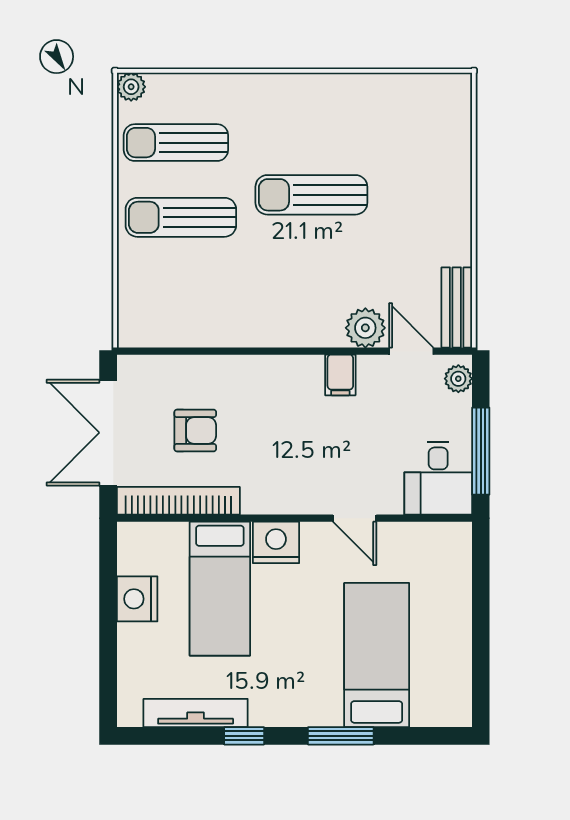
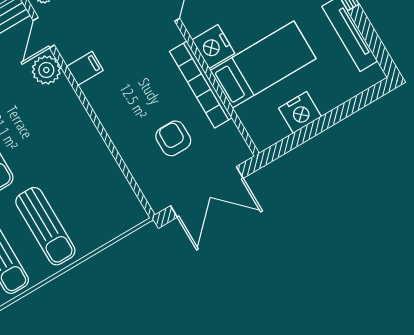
bookcase: (178, 501) -> (201, 85), moved

